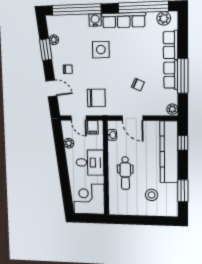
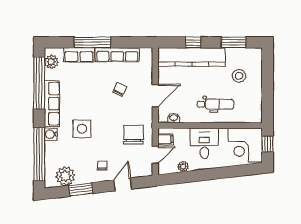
plant: (54, 40) -> (65, 176), width x1.88, depth x1.88
row of seats: (171, 75) -> (117, 55), width x1.48
window: (183, 76) -> (92, 42), moved
plant: (172, 109) -> (146, 53), removed
window: (183, 143) -> (193, 42), moved
window: (90, 218) -> (268, 144), added

